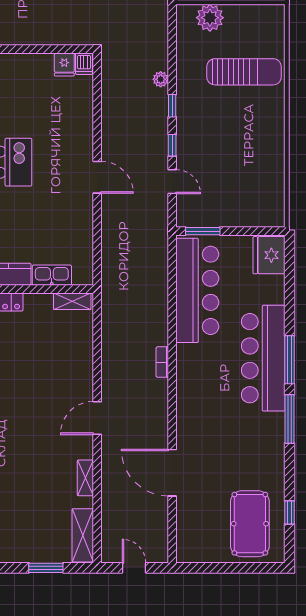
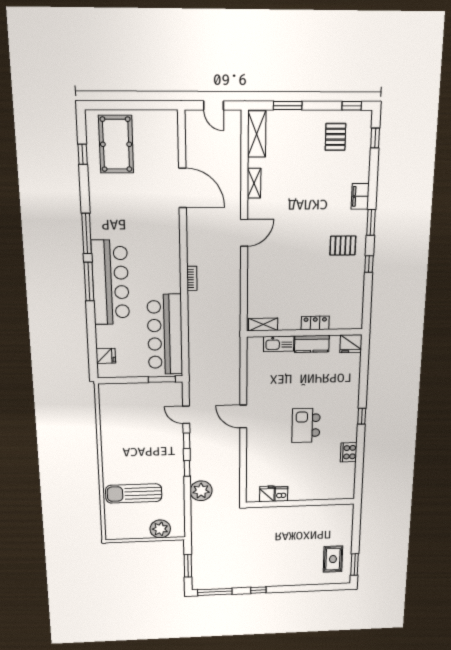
dishwasher: (84, 64) -> (281, 494), moved
plant: (161, 79) -> (201, 491), width x1.88, depth x1.88
fridge: (269, 255) -> (106, 356), width x0.53, depth x0.75

